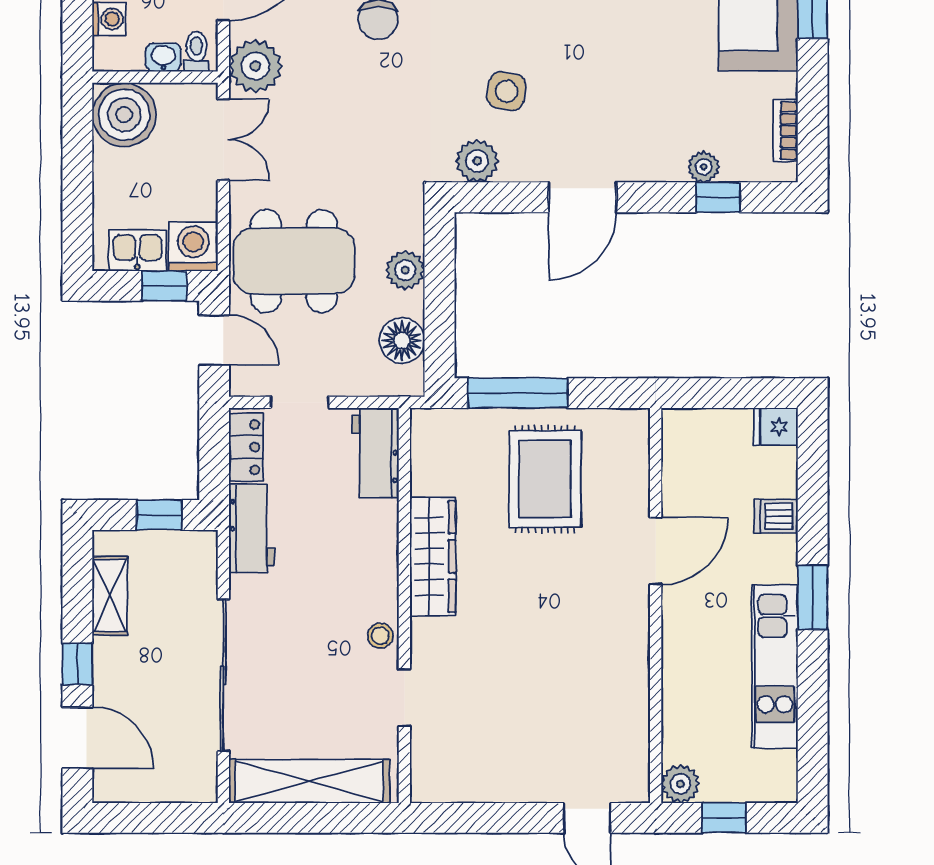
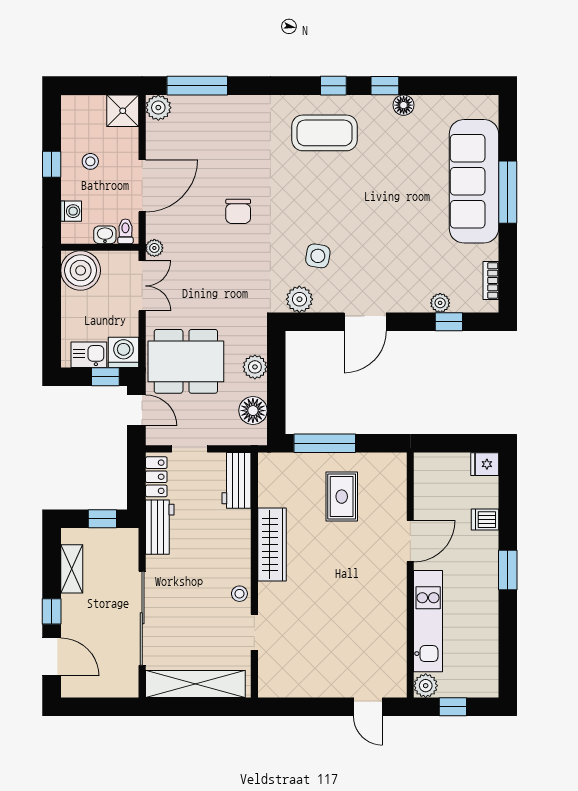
plant: (255, 66) -> (154, 248), width x0.53, depth x0.53
rug: (545, 479) -> (342, 497), width x0.73, depth x0.70
kitchen unit: (775, 667) -> (428, 621), moved, turned 180

